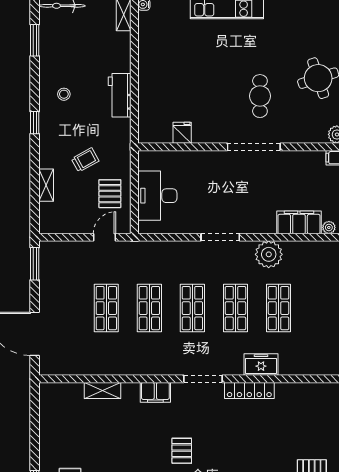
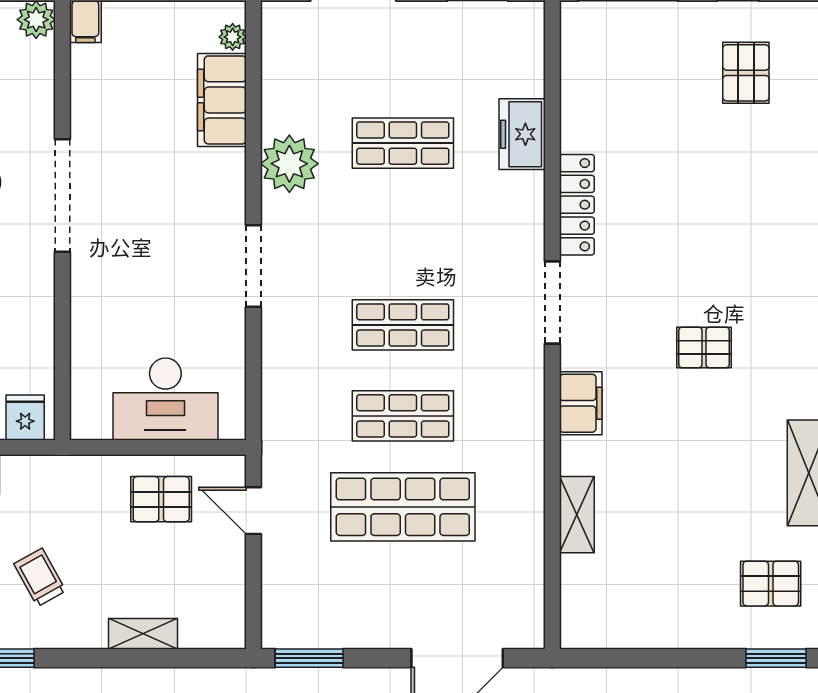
fridge: (182, 133) -> (25, 418), moved, turned 90
trolley: (85, 160) -> (40, 577), moved
shop shelf: (106, 308) -> (403, 507), width x1.43, depth x1.36
shop shelf: (235, 308) -> (403, 234), removed
freezer: (261, 365) -> (522, 134), moved

